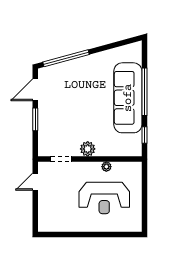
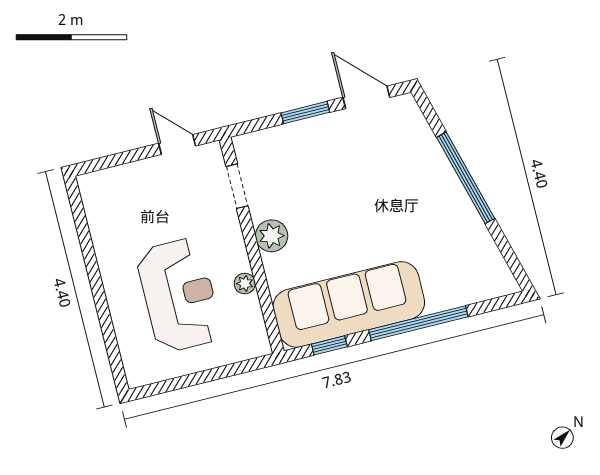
window: (66, 58) -> (466, 178), moved
sofa: (128, 98) -> (349, 304), moved
reception desk: (104, 198) -> (179, 295), turned 180

